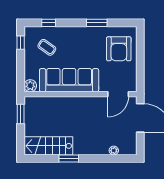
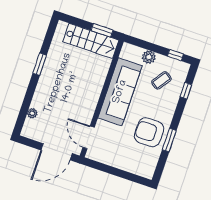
armchair: (119, 49) -> (149, 132), moved
plant: (30, 86) -> (149, 57), moved
stairs: (48, 146) -> (91, 41), moved, turned 90

